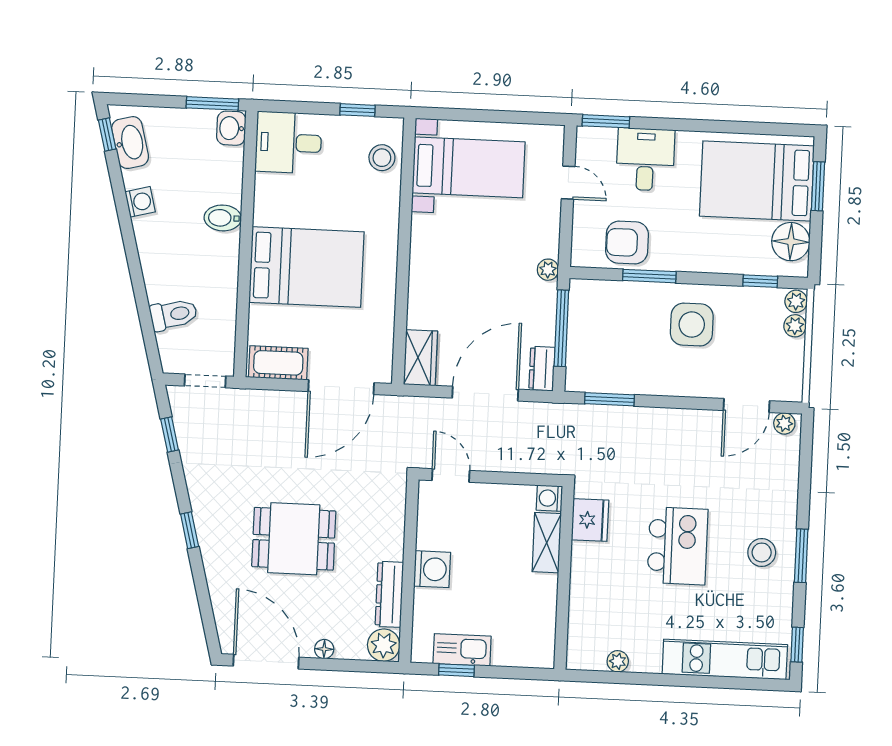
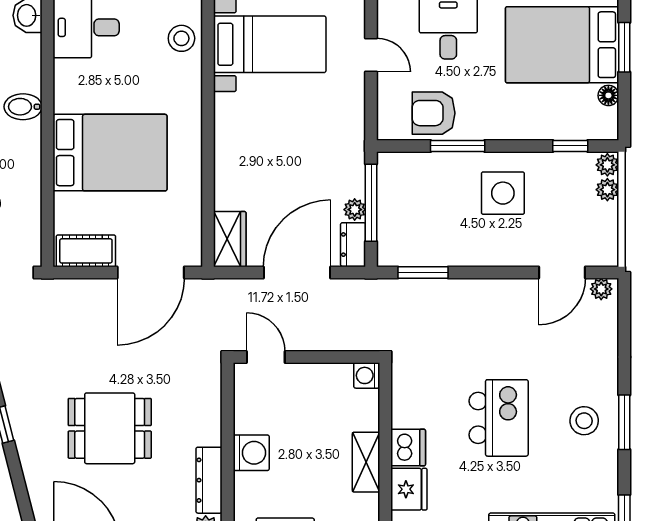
floor lamp: (791, 242) -> (608, 95), width x0.53, depth x0.53
plant: (548, 270) -> (355, 210), moved
fridge: (590, 520) -> (409, 489), moved
shelving: (547, 543) -> (366, 462), moved
dishwasher: (587, 571) -> (408, 448), added

